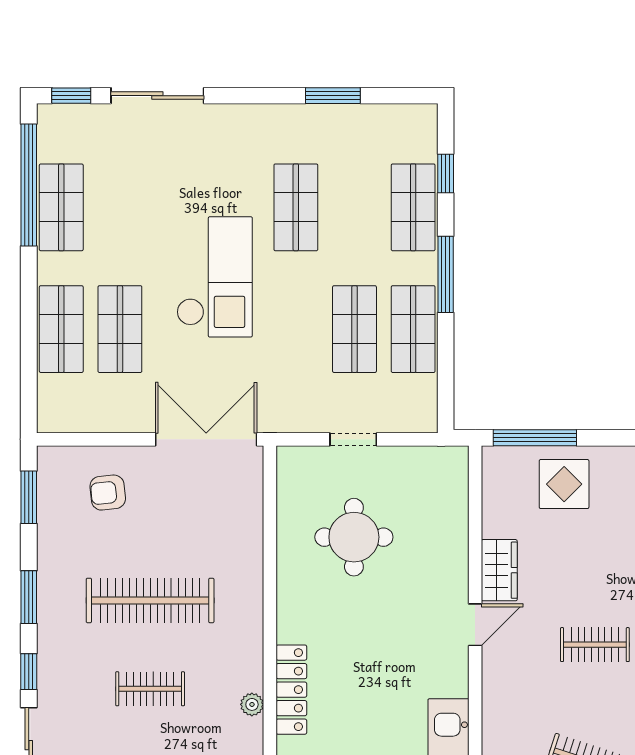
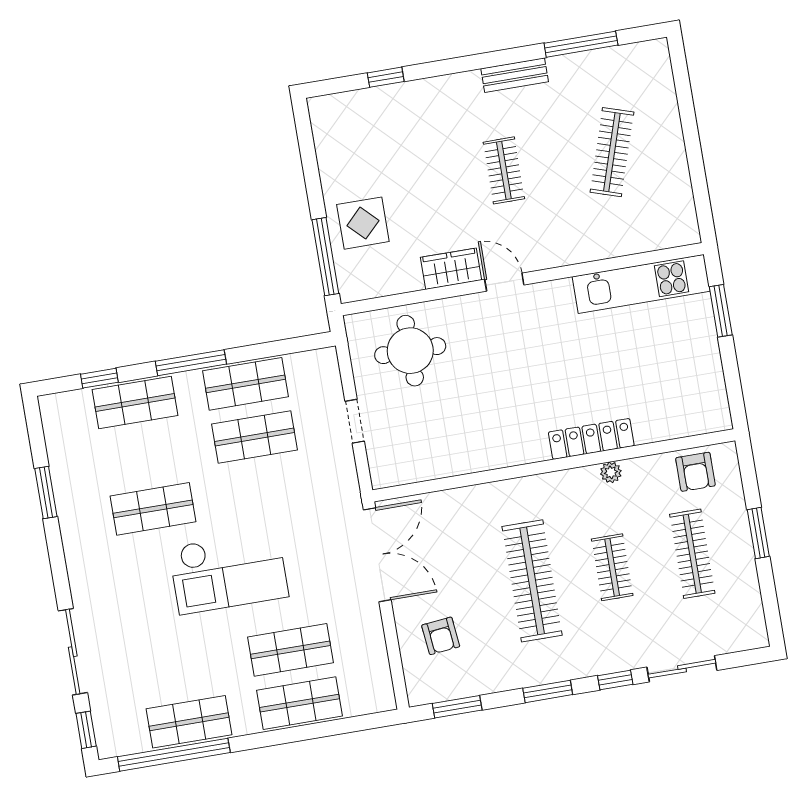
checkout: (214, 277) -> (229, 572), turned 180
double door: (206, 439) -> (377, 555), swing flipped
round table: (354, 537) -> (410, 351), moved

